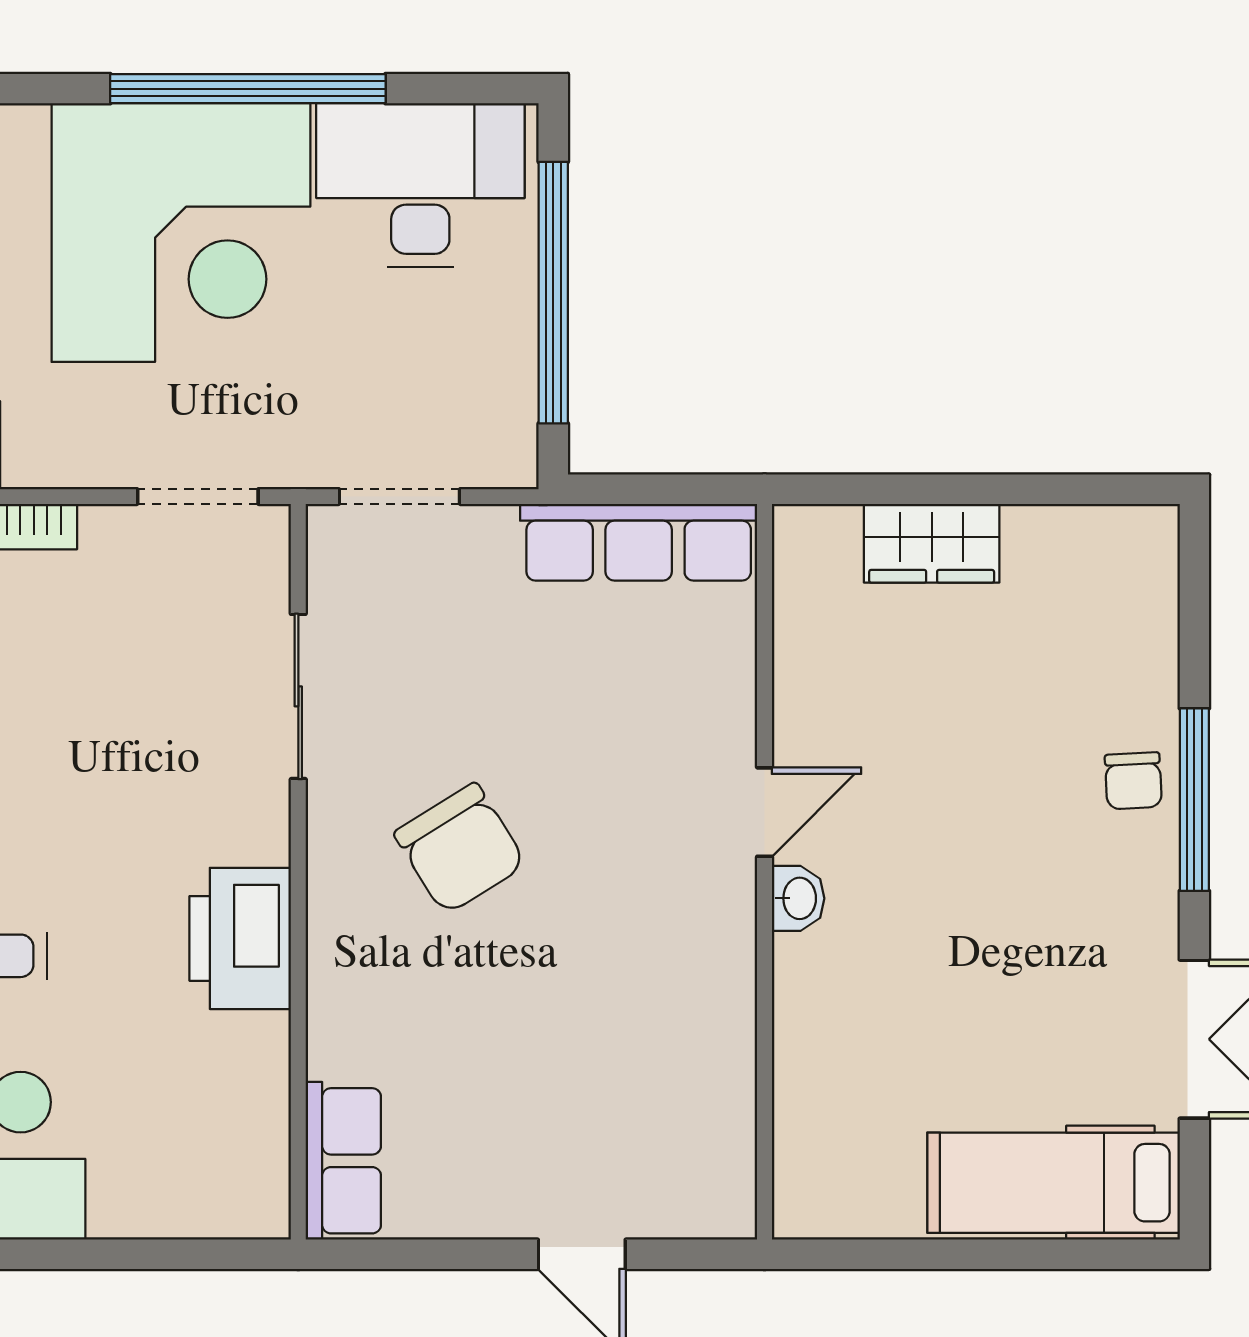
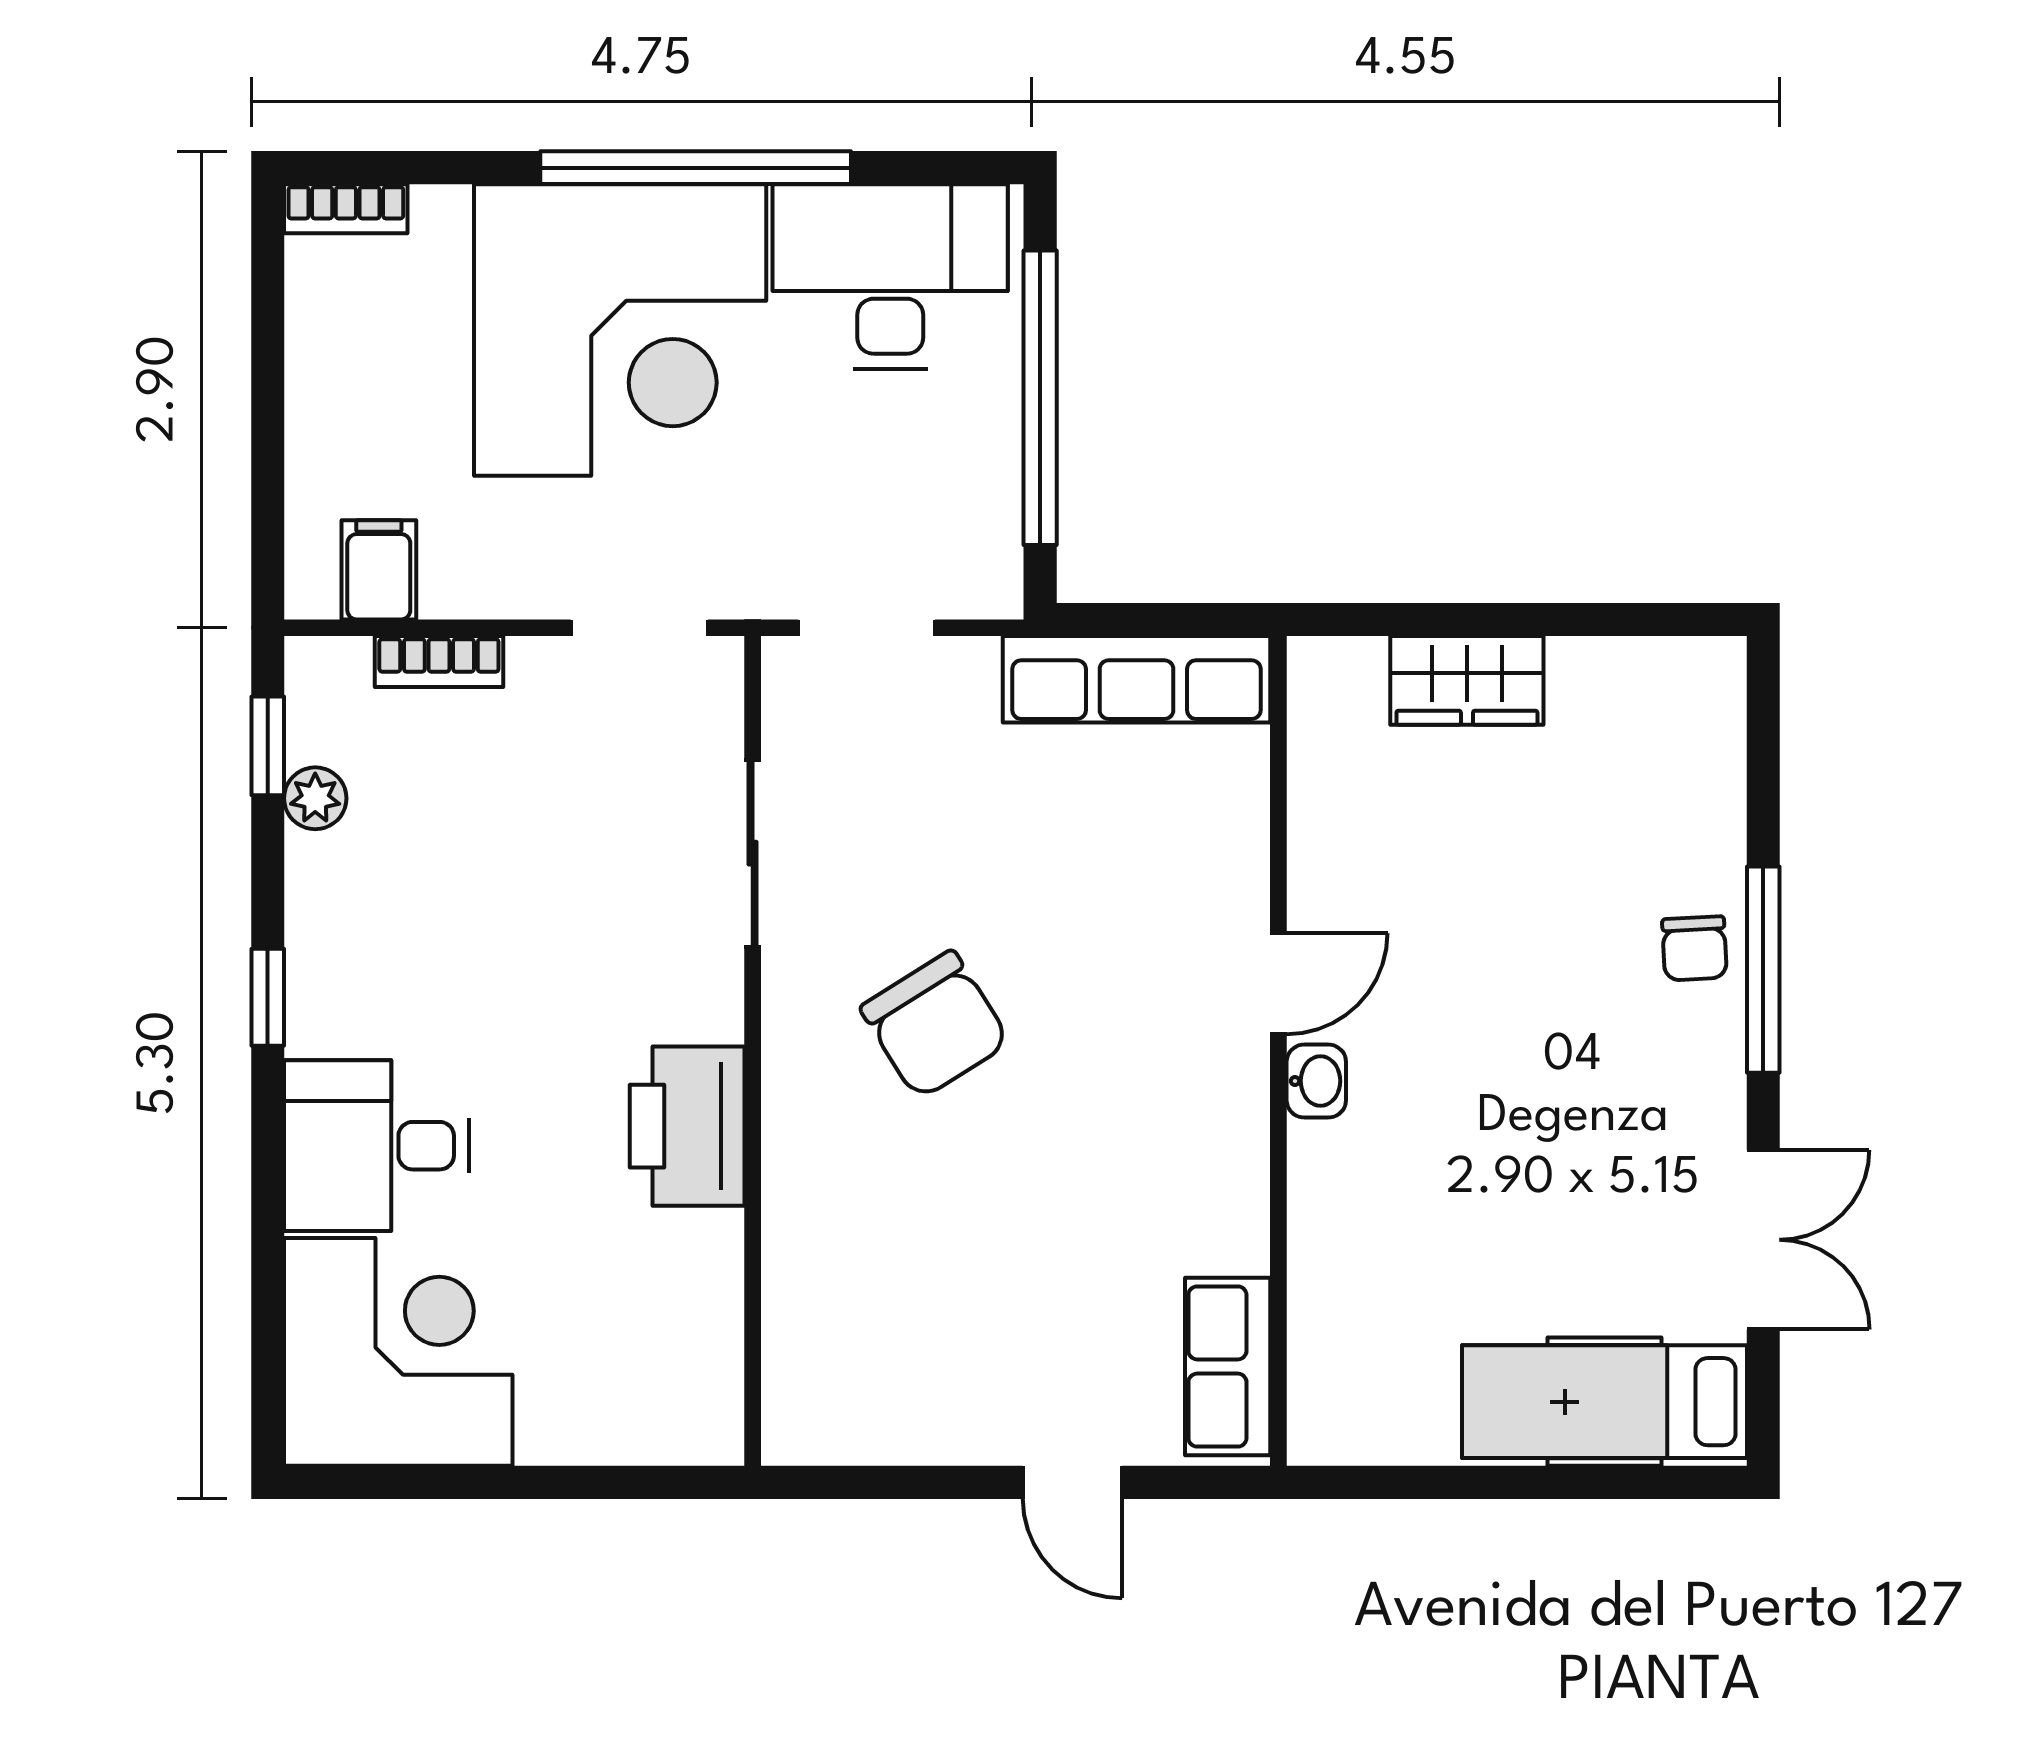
row of seats: (343, 1161) -> (1228, 1367), moved, turned 180

